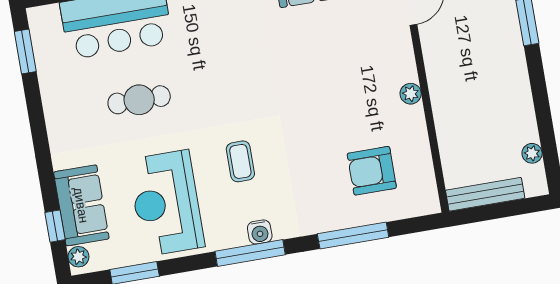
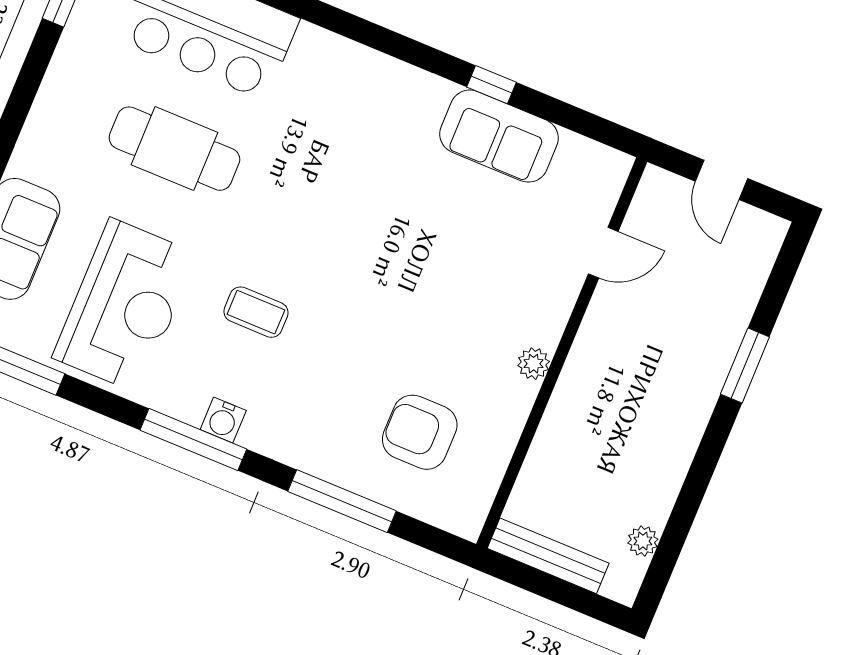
cafe table: (139, 100) -> (174, 149), width x1.37, depth x1.35
coffee table: (240, 161) -> (256, 312), turned 90
reception desk: (166, 203) -> (125, 306), turned 180

